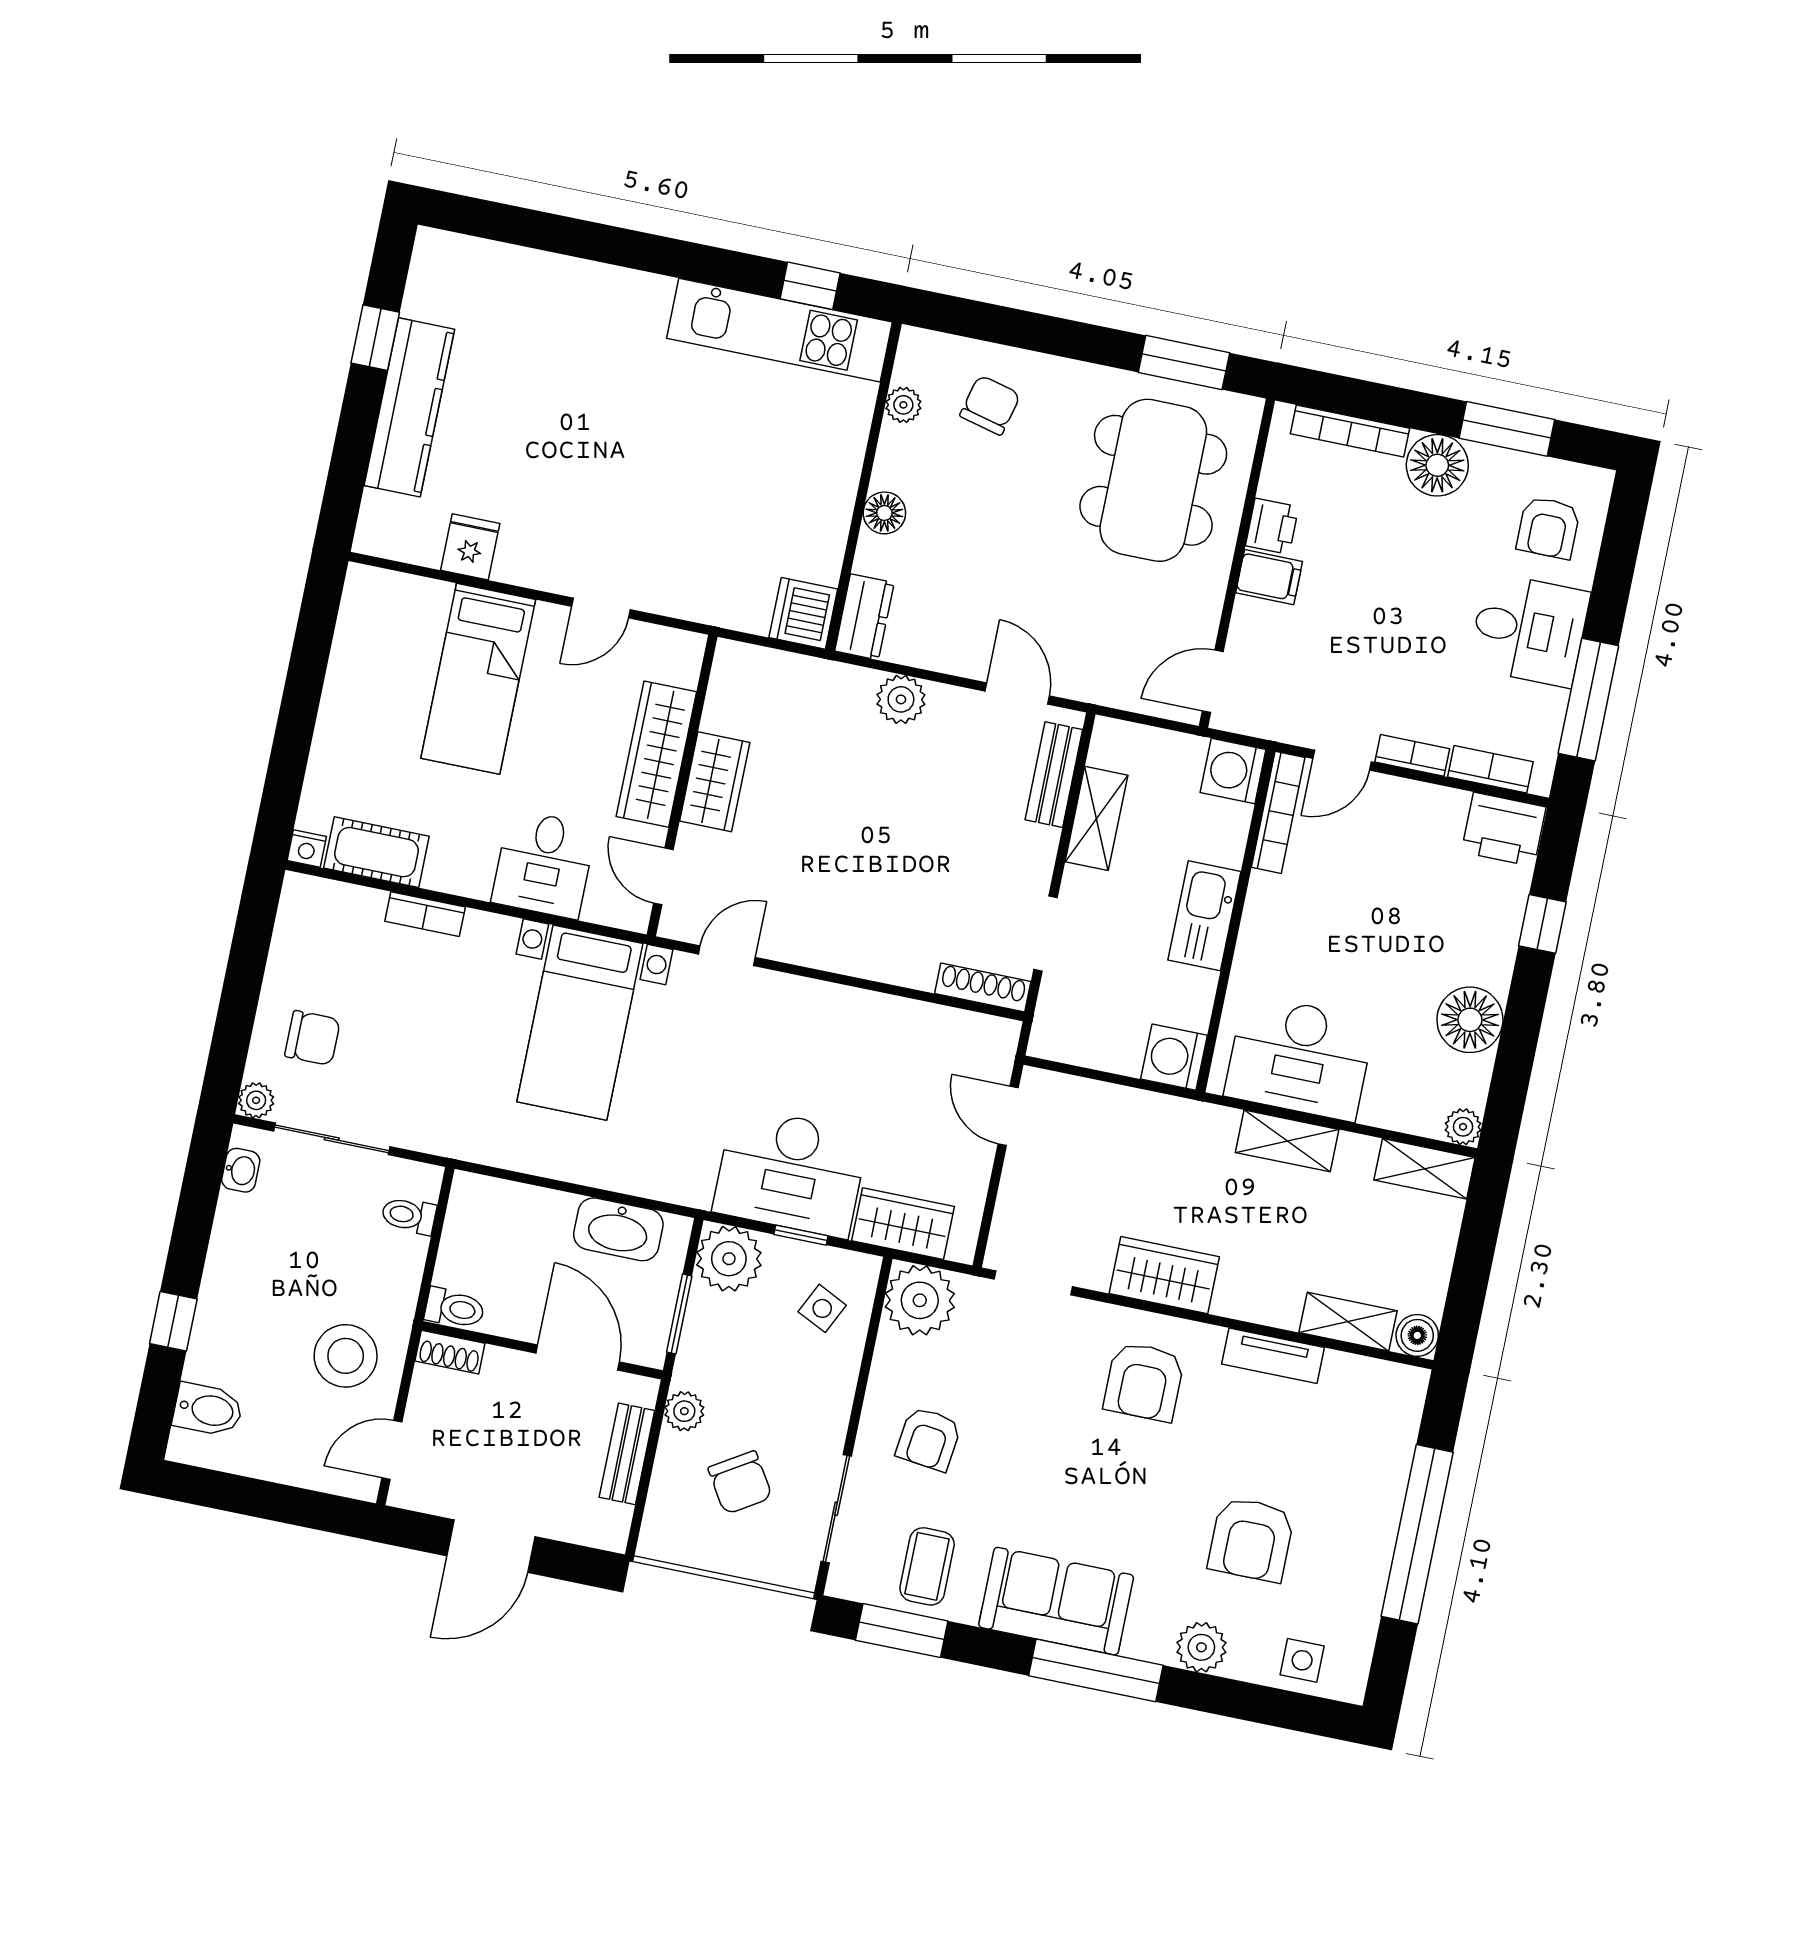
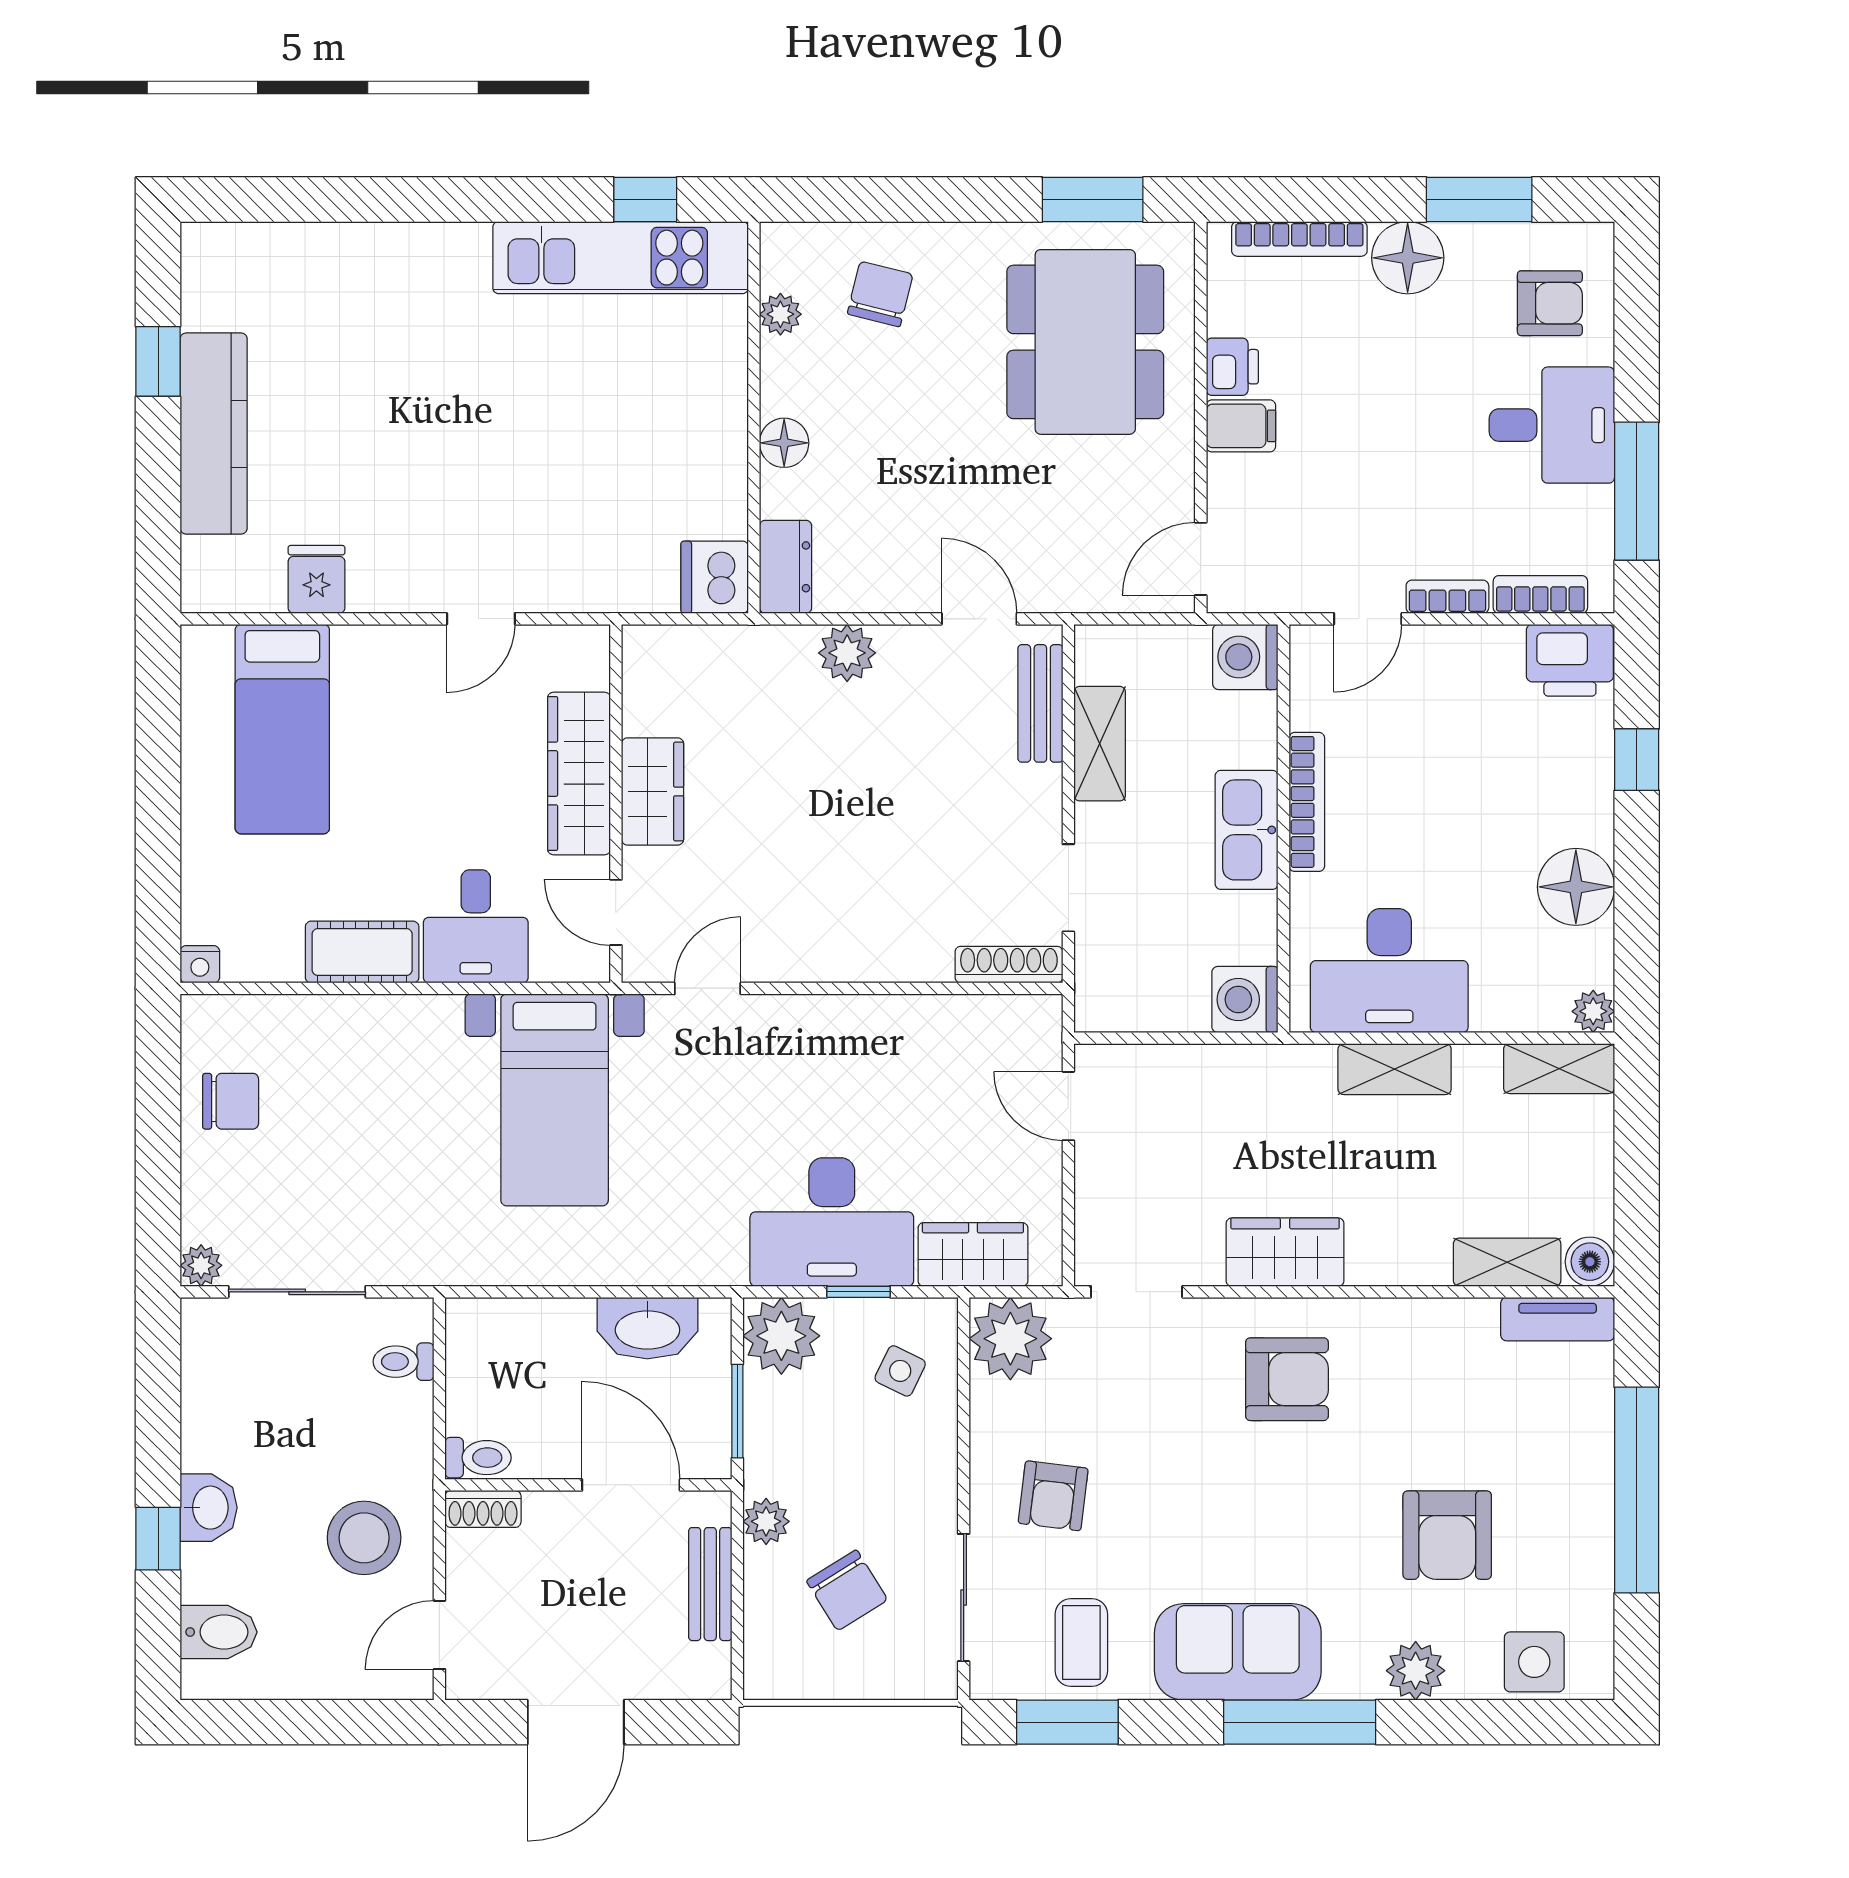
armchair: (1548, 528) -> (1550, 303), turned -90
bed: (478, 679) -> (282, 729), moved
bookcase: (1278, 812) -> (1307, 802), moved
cot: (376, 852) -> (362, 952), moved
bookcase: (425, 914) -> (351, 1012), removed
chair: (313, 1038) -> (231, 1101), moved
washbasin: (241, 1170) -> (209, 1508), moved, width x1.38, depth x1.45
tv unit: (1273, 1356) -> (1558, 1319), moved
armchair: (1144, 1382) -> (1287, 1379), turned -90
side table: (1302, 1660) -> (1534, 1662), width x1.37, depth x1.37

